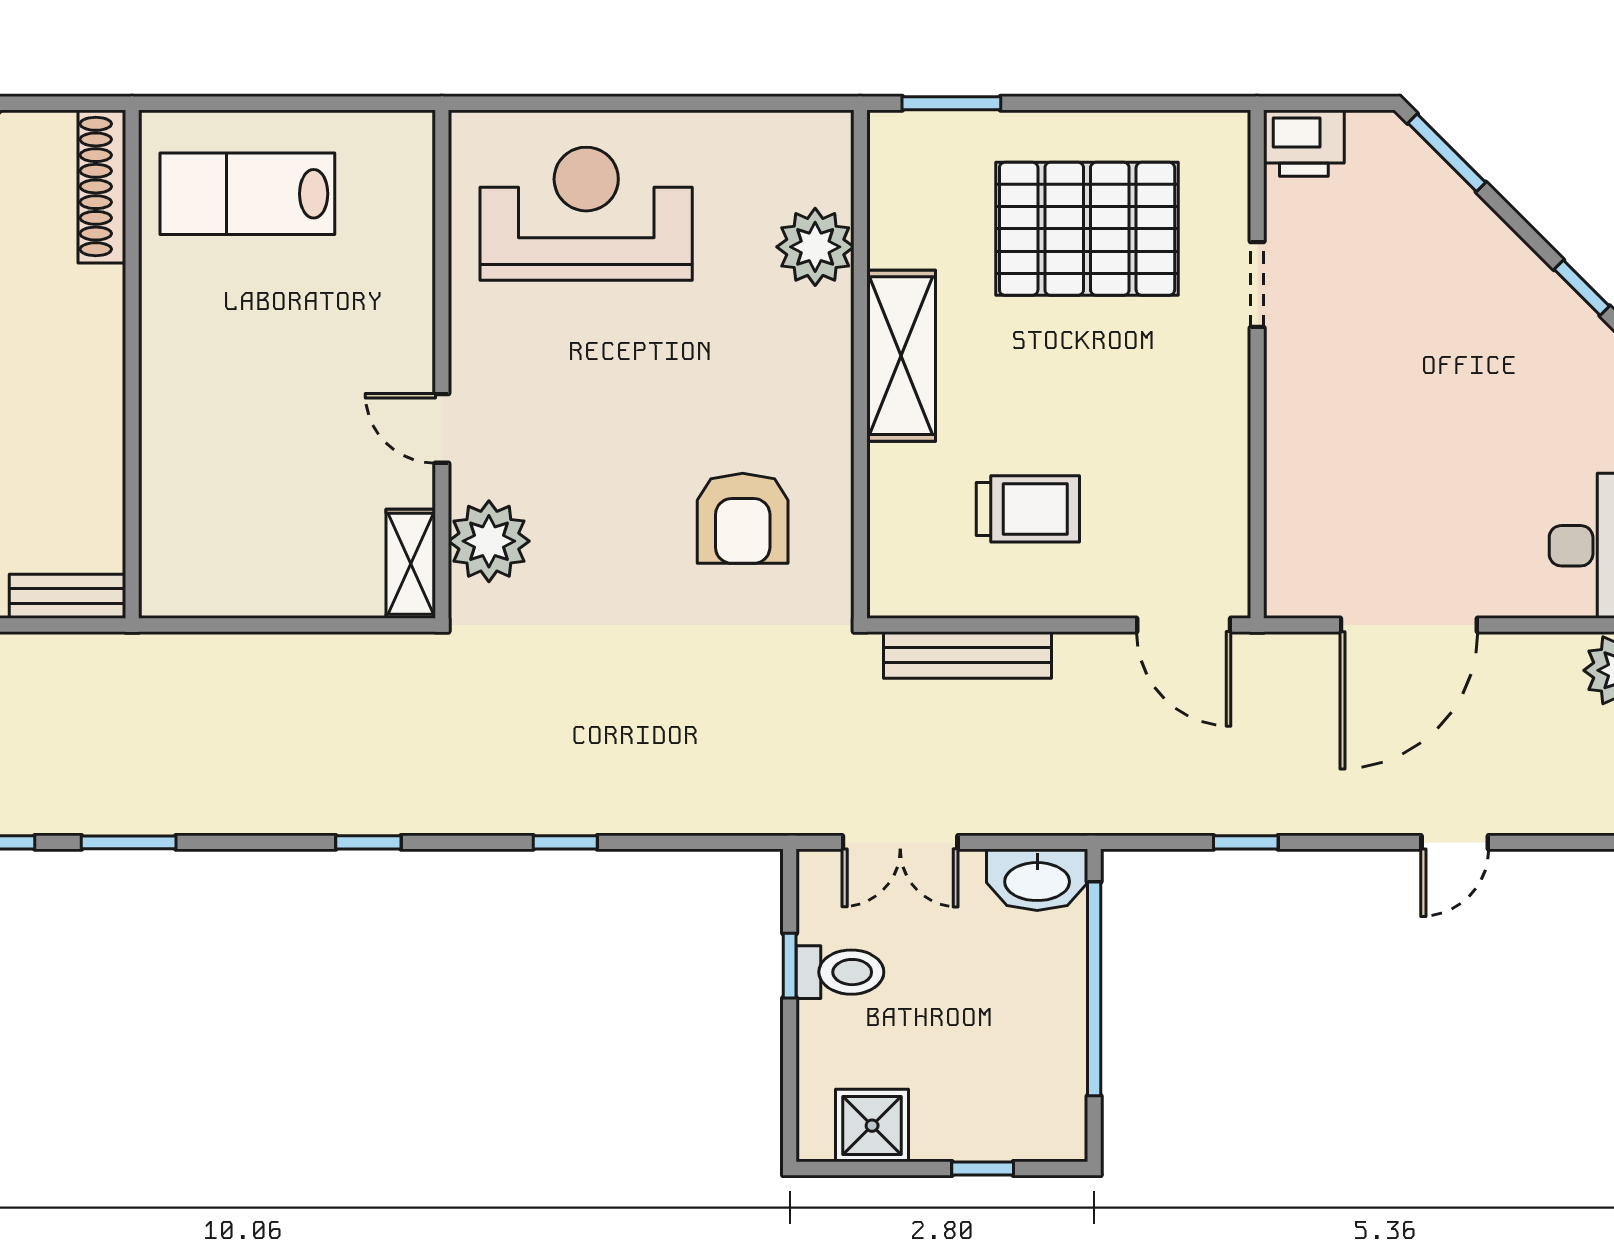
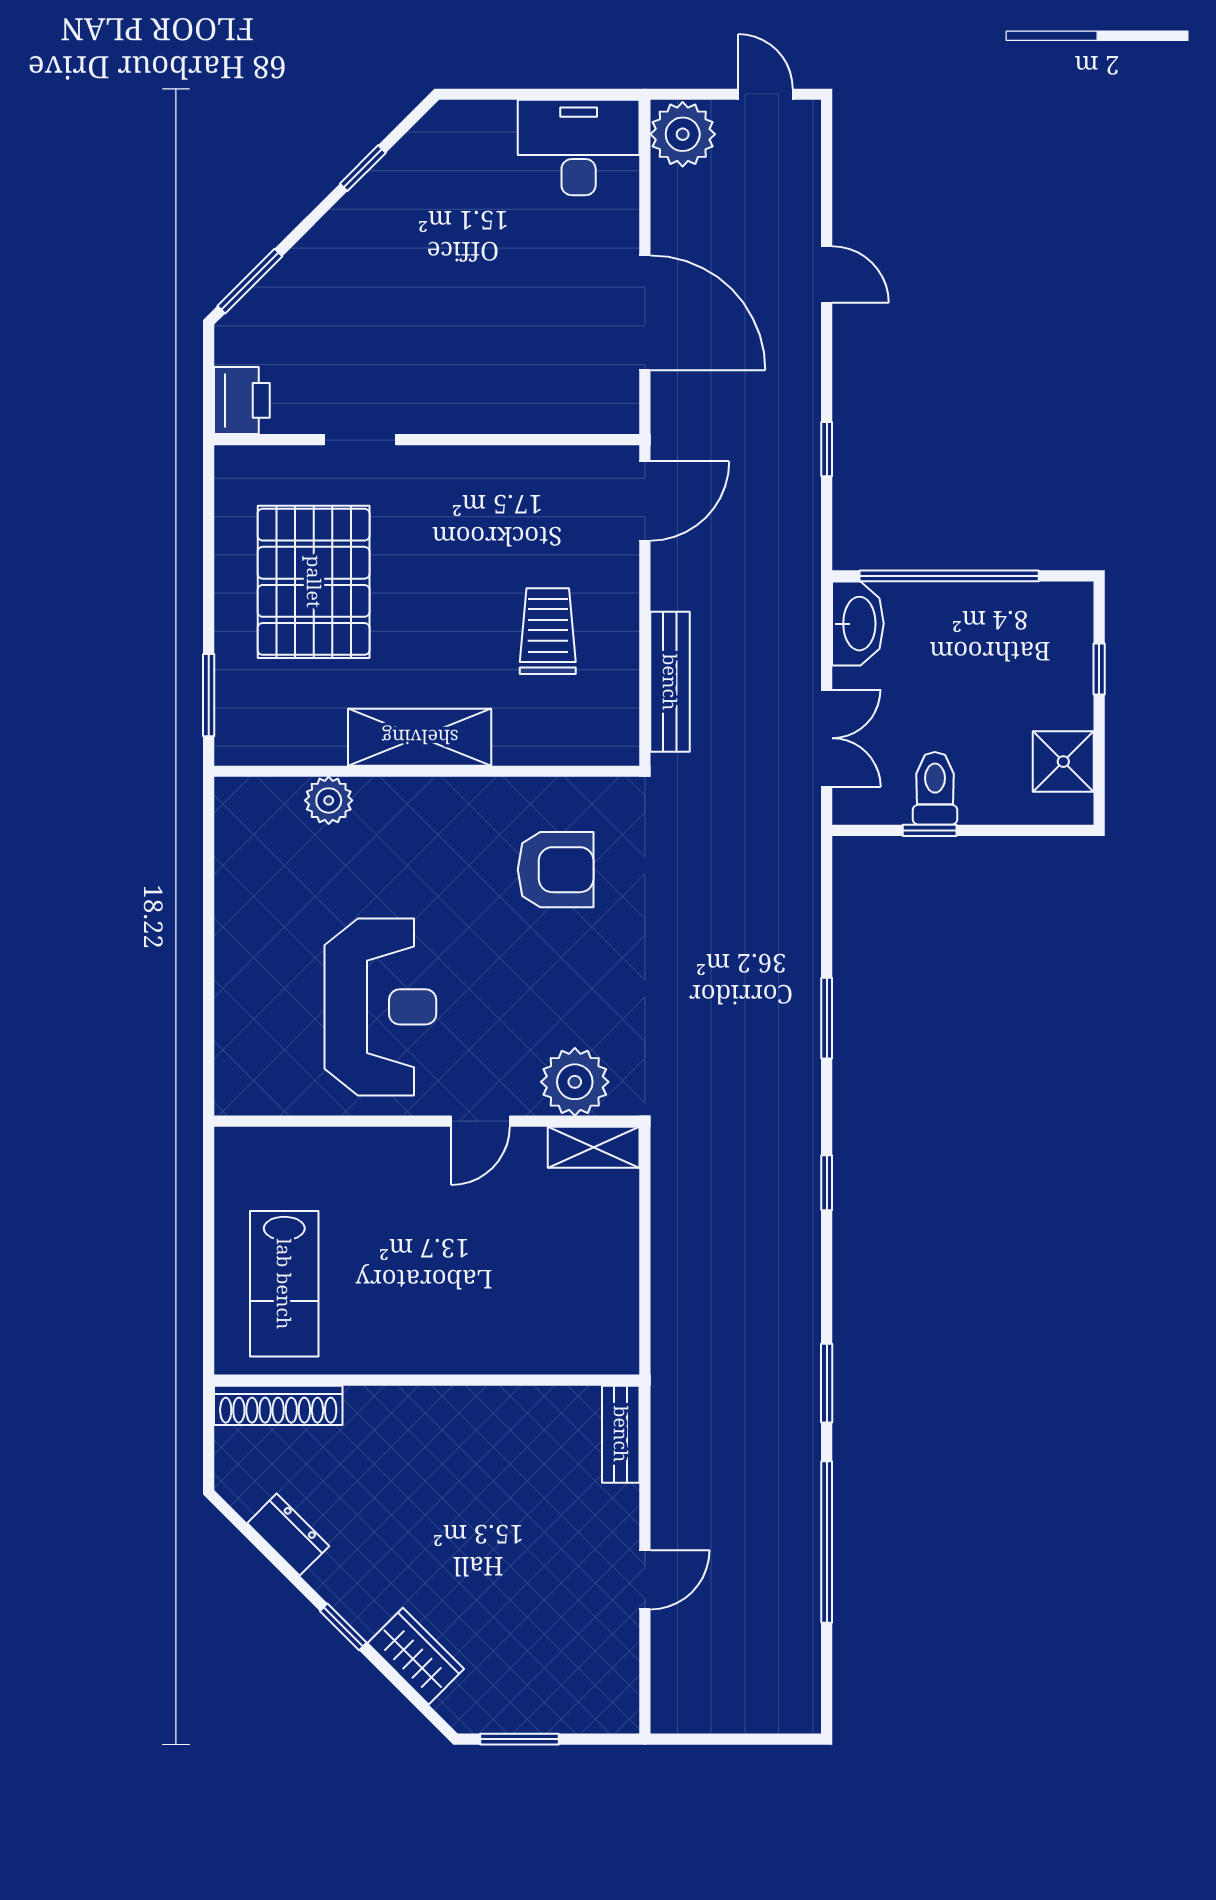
reception desk: (586, 214) -> (380, 1007), moved, turned 180
plant: (815, 247) -> (329, 800), width x0.73, depth x0.73
window: (565, 842) -> (827, 1018), width x1.50

